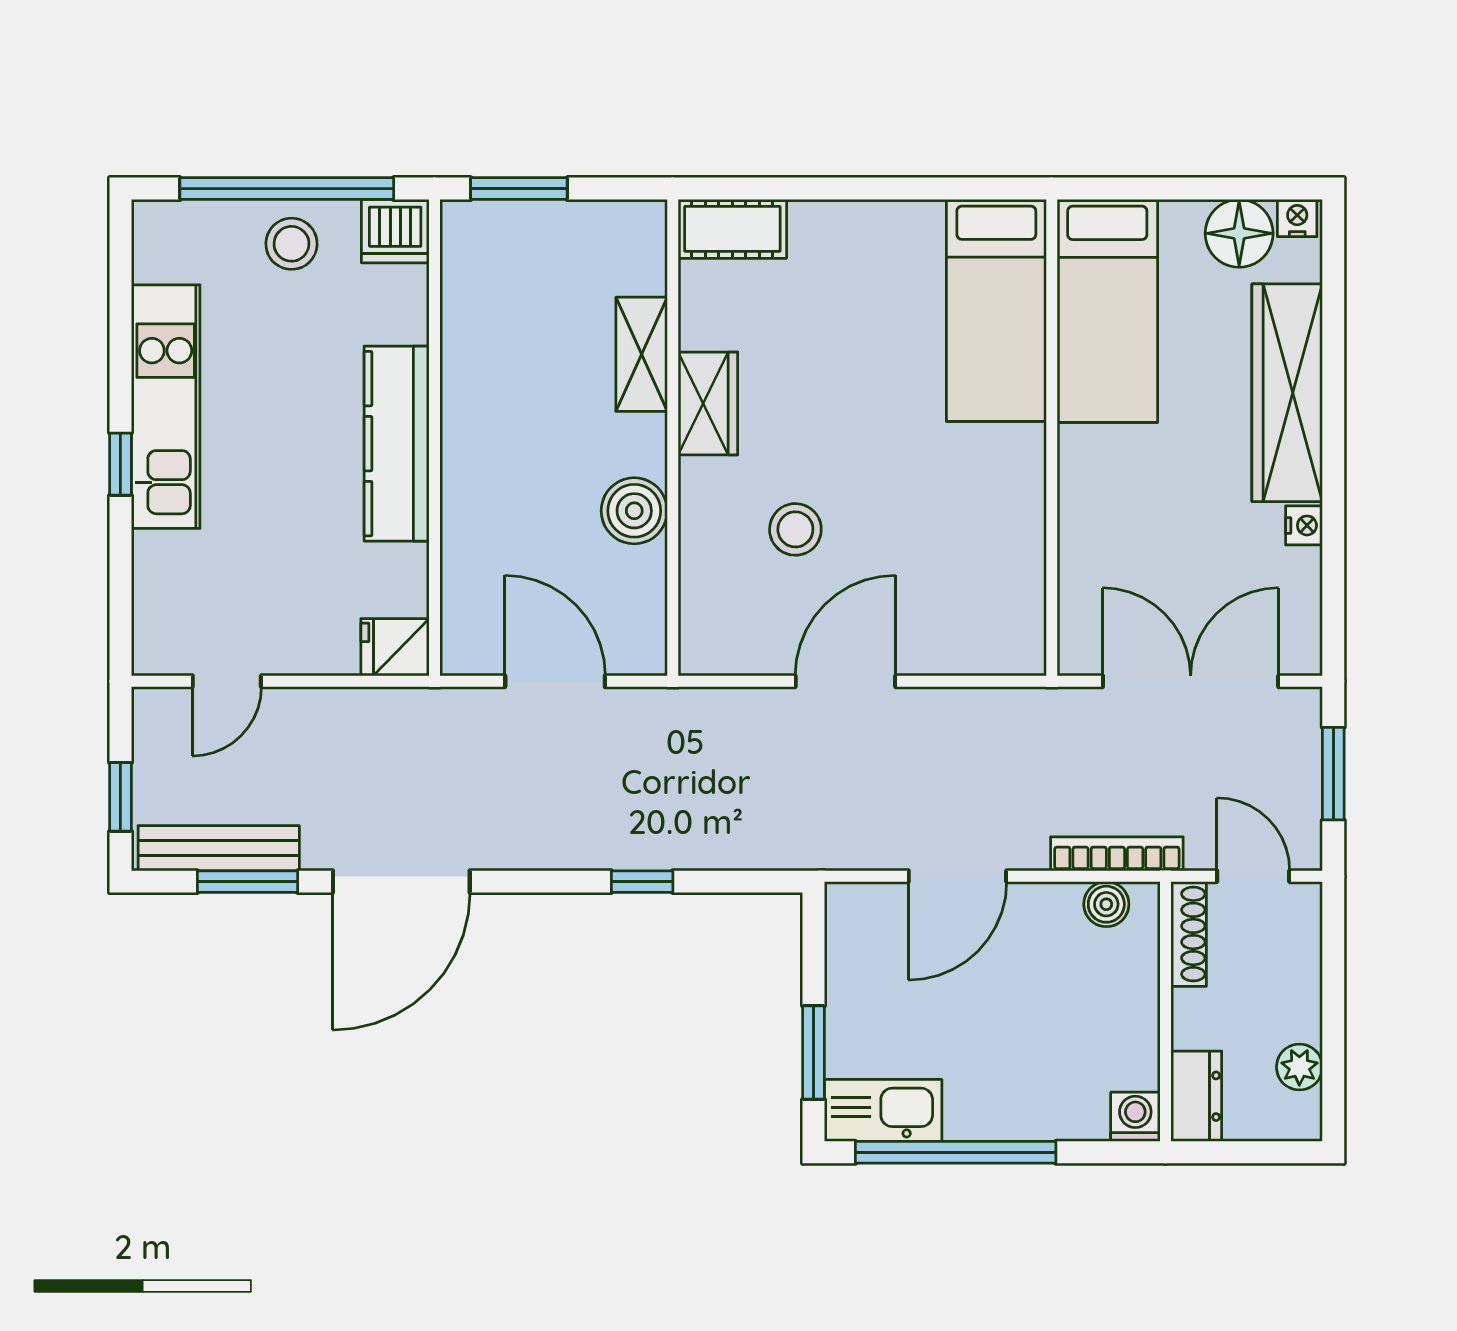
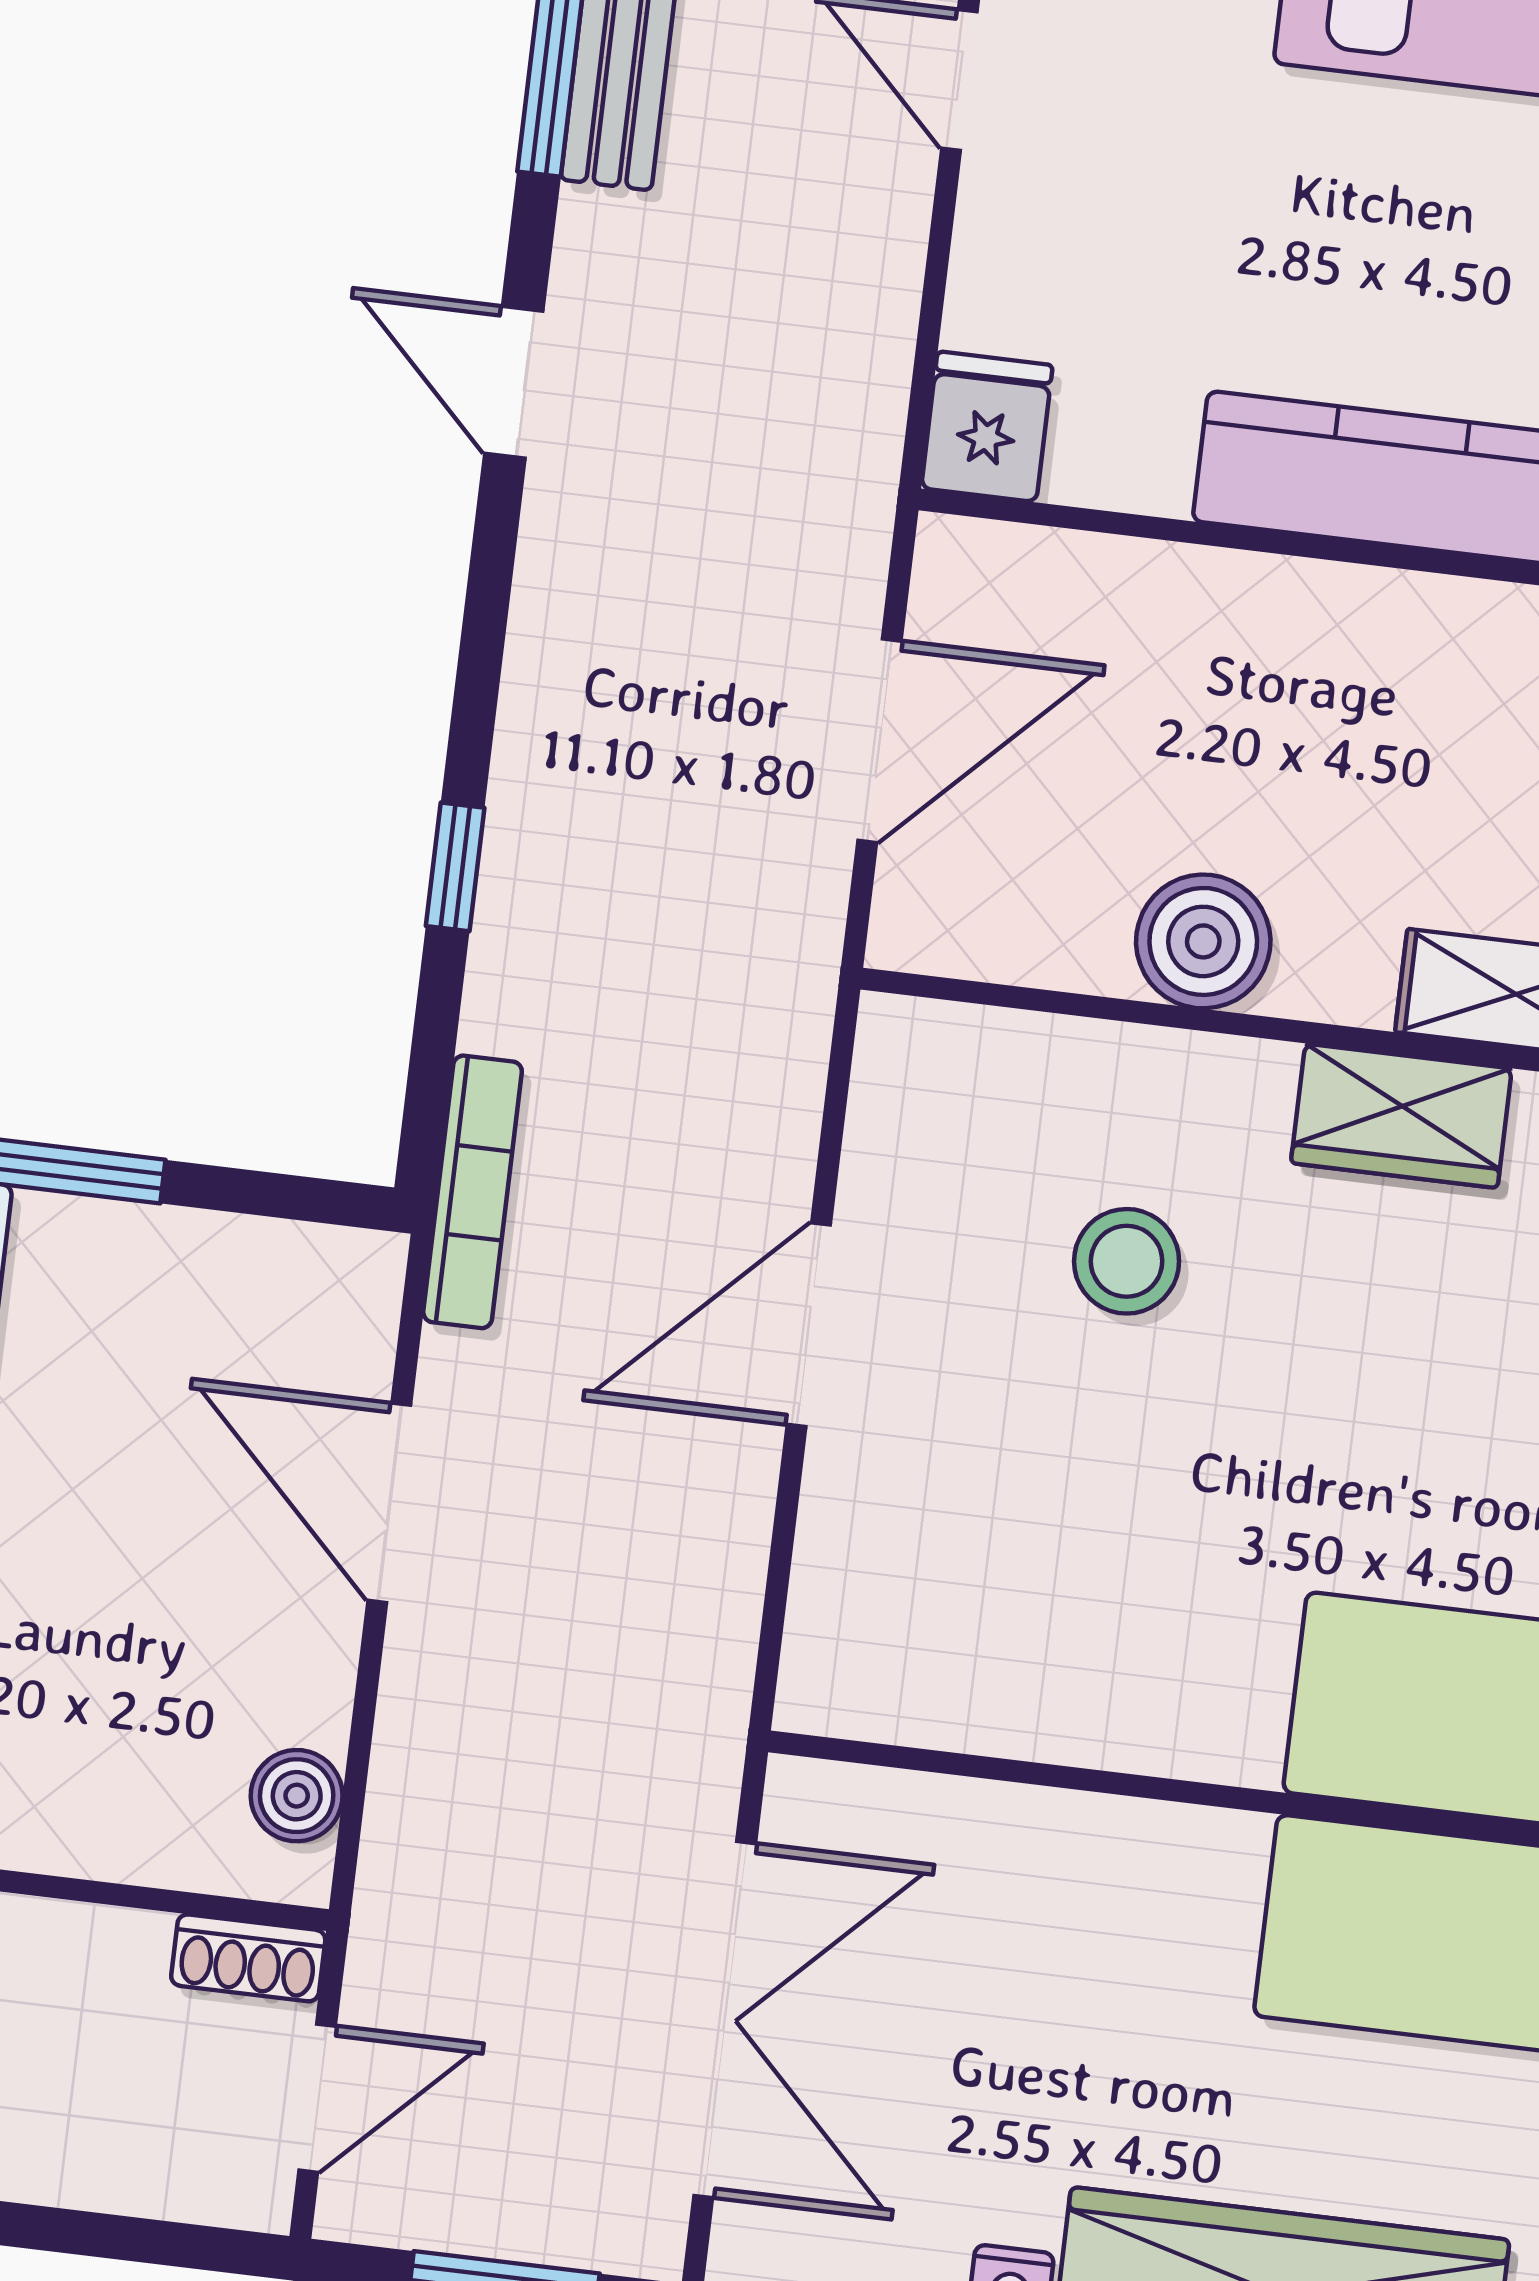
door: (845, 681) -> (809, 1325), swing flipped
bookcase: (1117, 854) -> (473, 1192), moved
door: (401, 882) -> (514, 382), width x0.53
shoe rack: (1189, 934) -> (248, 1958), width x0.70

